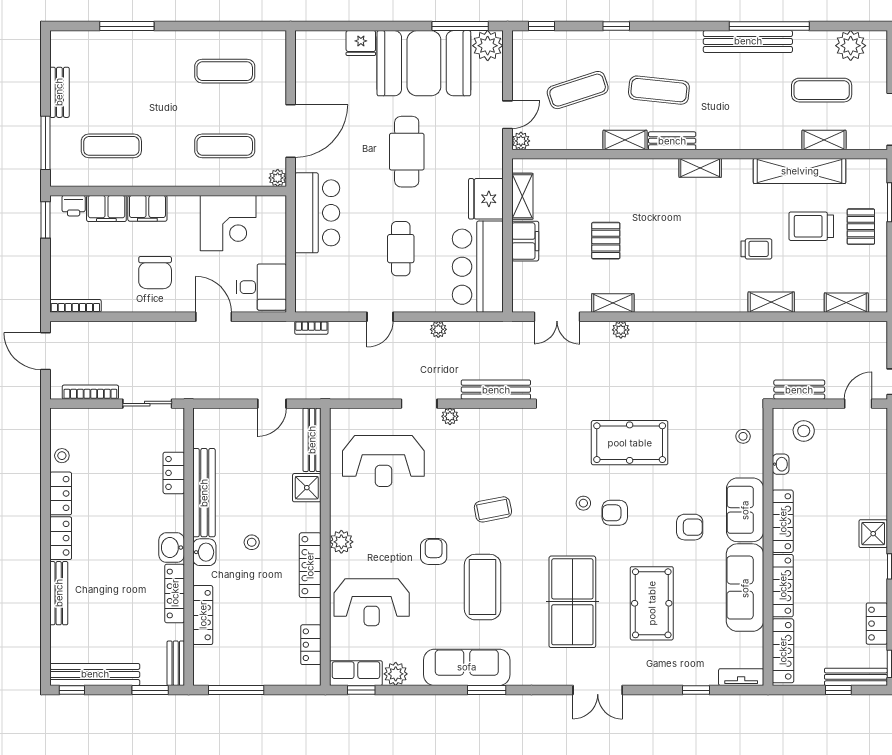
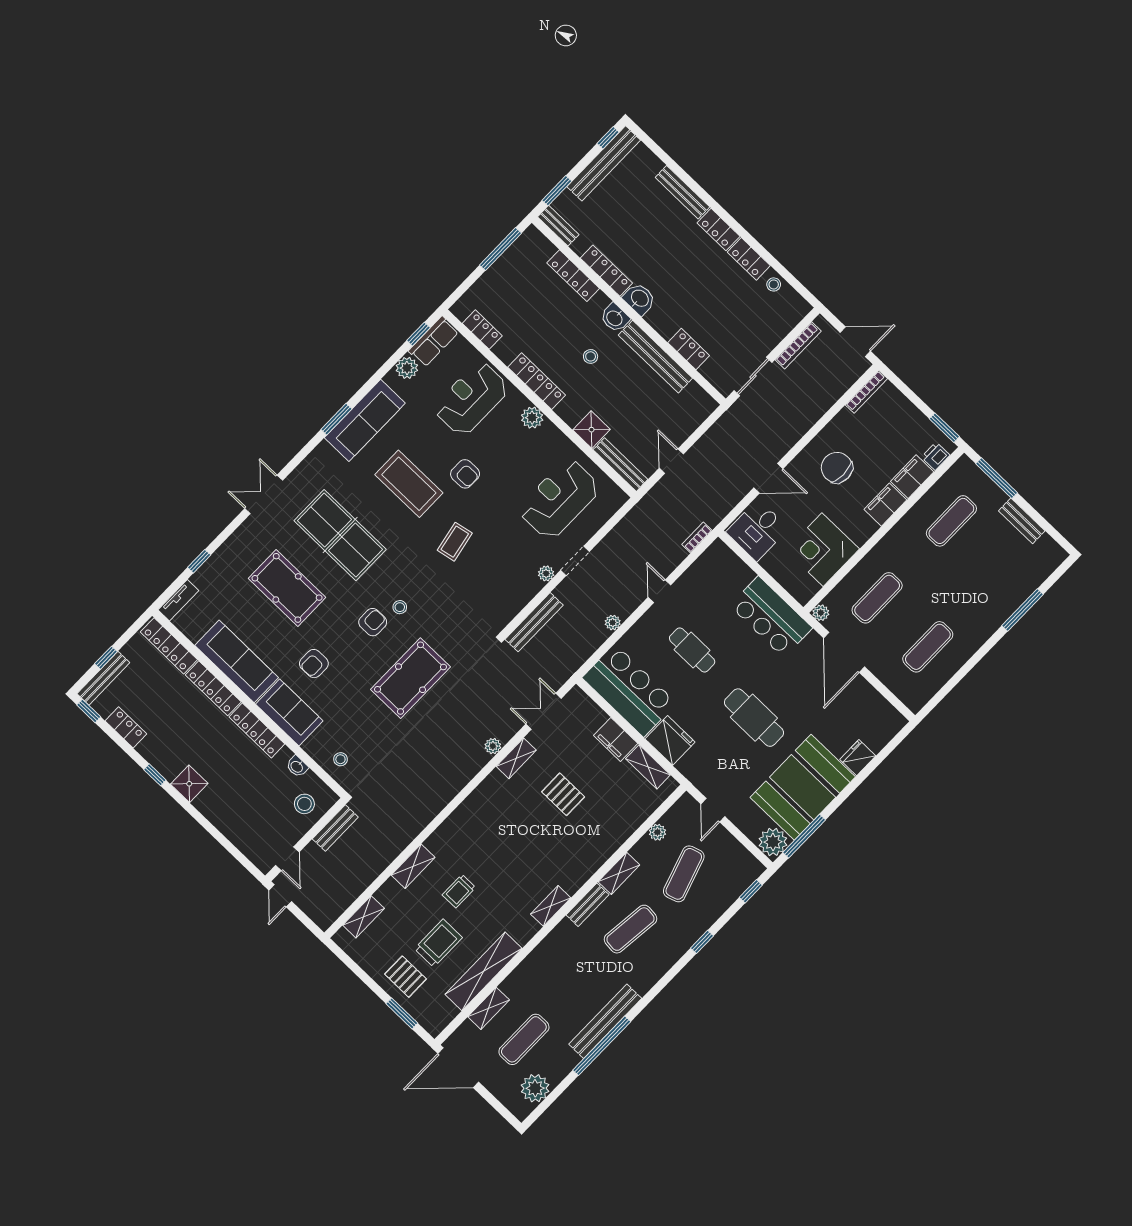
plant: (521, 141) -> (657, 832), moved

